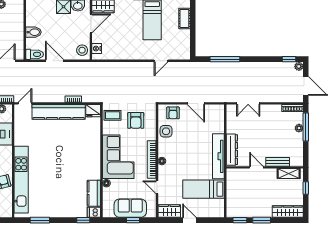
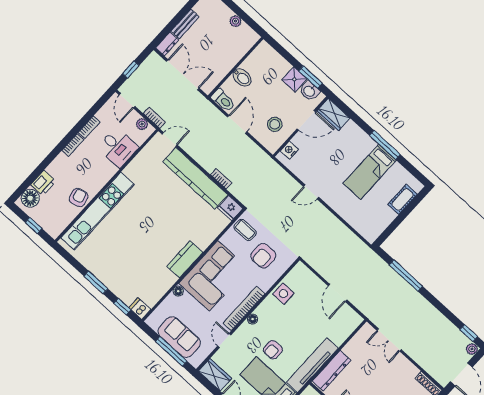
stool: (82, 50) -> (275, 124), moved
door: (161, 61) -> (311, 192), moved
armchair: (173, 113) -> (273, 350), moved
kitchen counter: (94, 193) -> (185, 259), moved
window: (40, 220) -> (96, 282), moved
window: (133, 220) -> (171, 351), width x2.17

